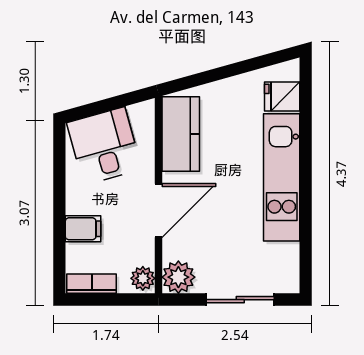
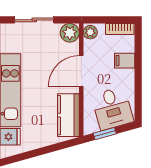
window: (118, 102) -> (105, 134), added

